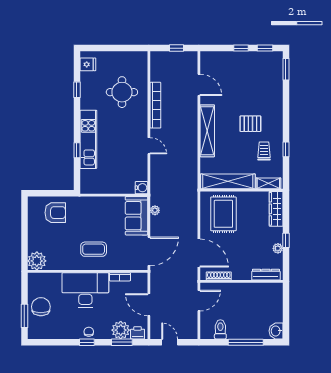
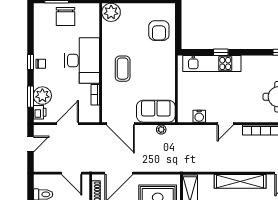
kitchen unit: (88, 139) -> (212, 63), moved
water cooler: (141, 188) -> (199, 116), moved
chair: (41, 307) -> (66, 16), turned 90

